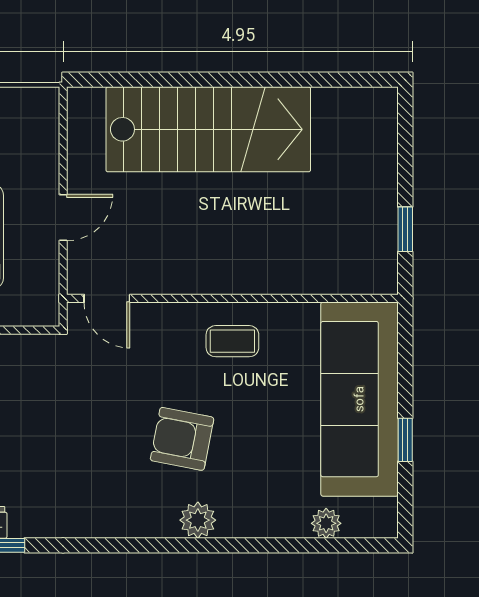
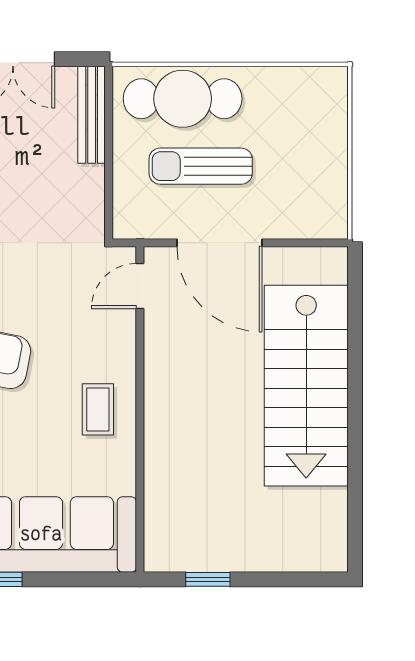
door: (63, 217) -> (219, 243), width x1.87

